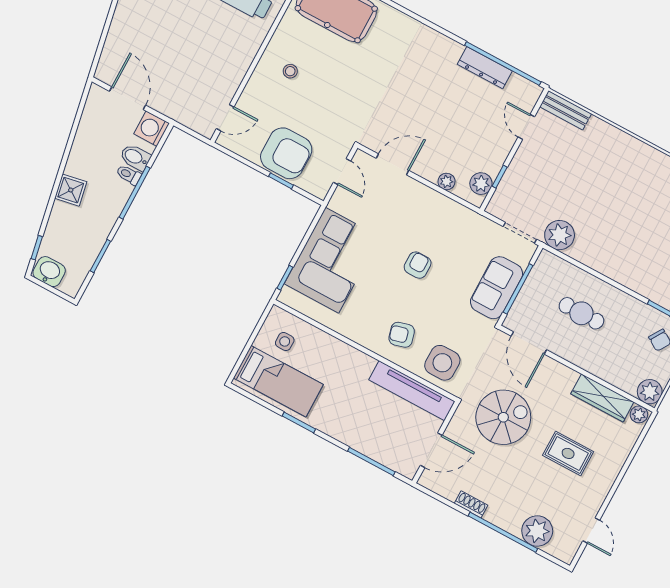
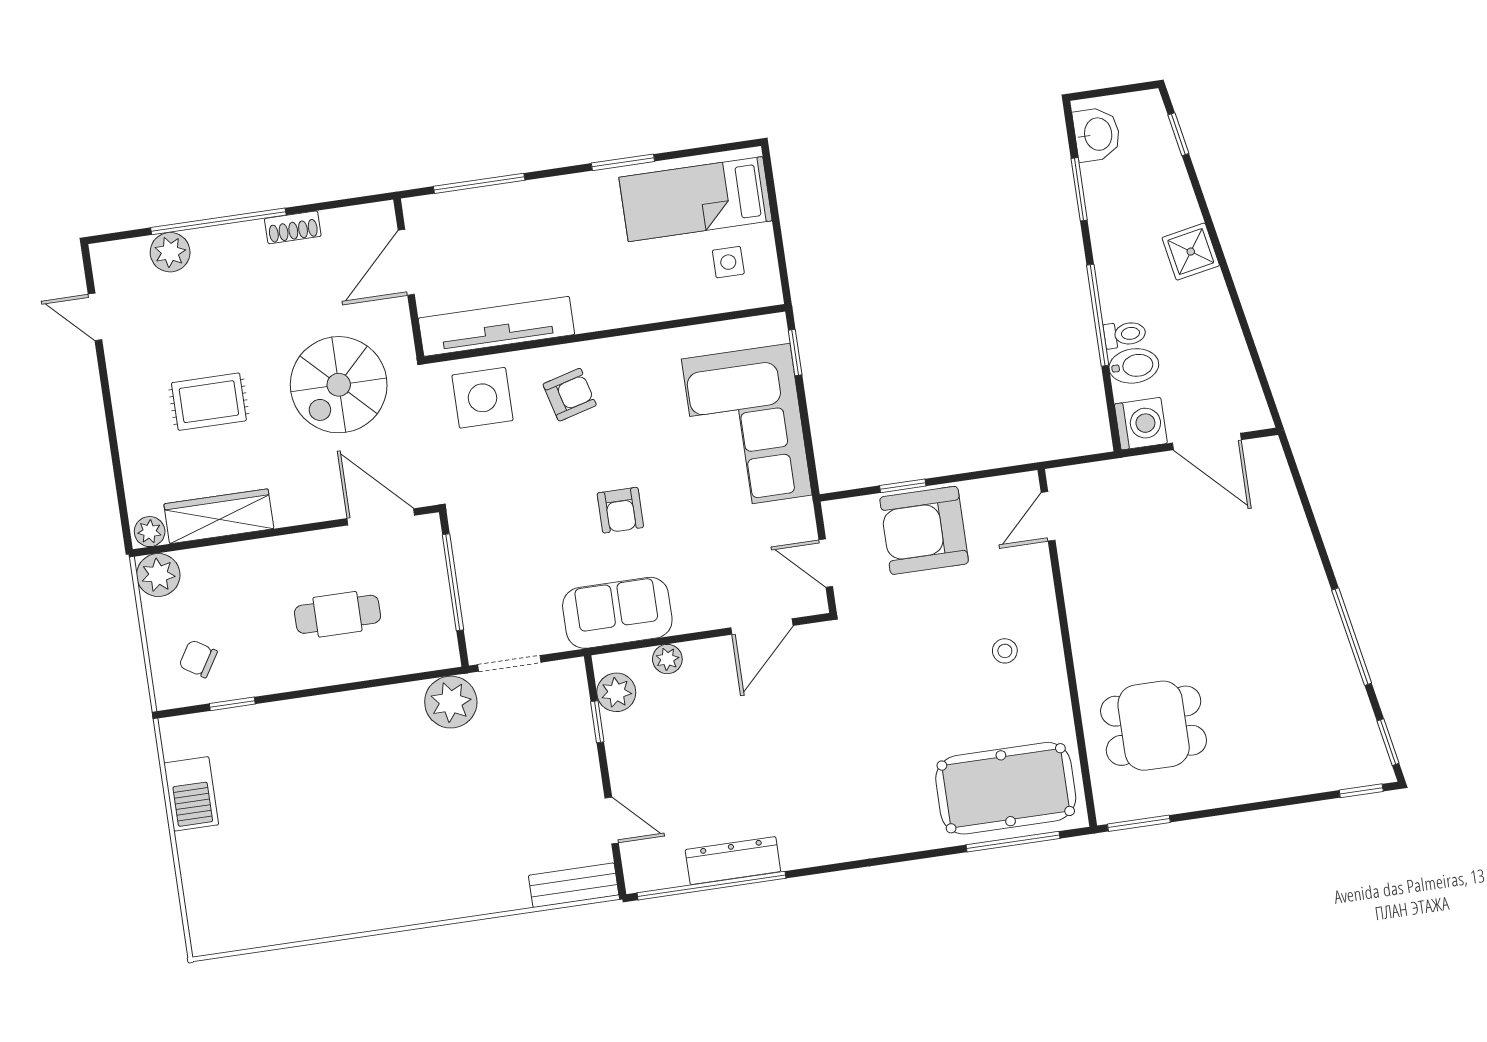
washbasin: (49, 272) -> (1097, 134), moved, turned -90
sofa: (496, 288) -> (617, 613), moved, turned -90
plant: (537, 531) -> (170, 252), width x0.73, depth x0.73

